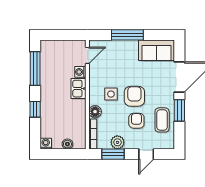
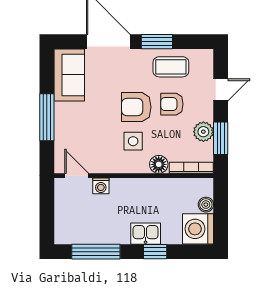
kitchen sink: (78, 89) -> (146, 234), moved, turned 180
washing machine: (46, 144) -> (198, 229), width x1.89, depth x1.89
door: (146, 154) -> (221, 90), hinge flipped

